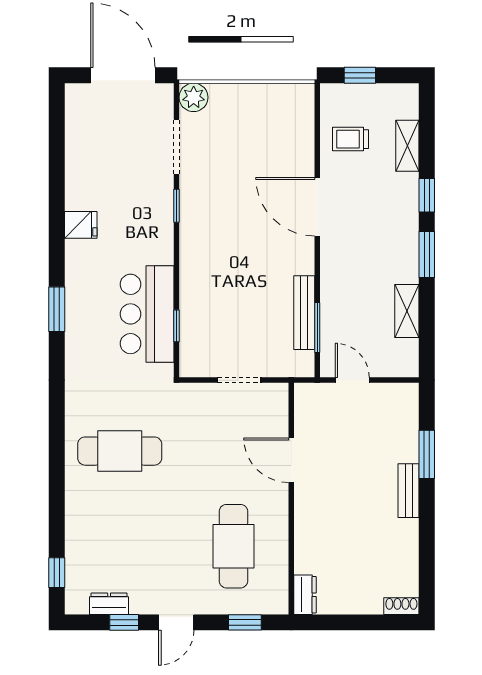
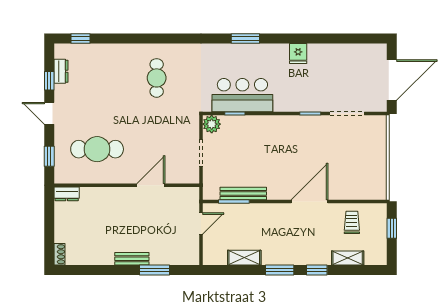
plant: (194, 97) -> (212, 124), moved
cafe table: (120, 451) -> (157, 78), width x0.73, depth x0.74

